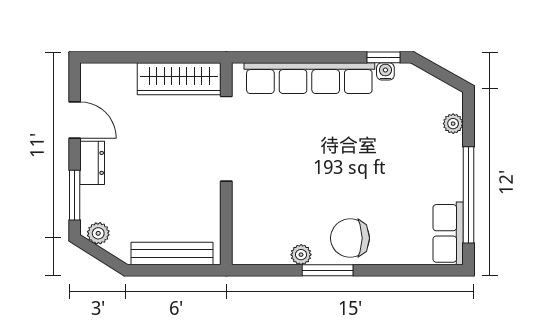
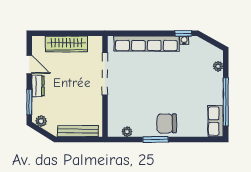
wardrobe: (179, 79) -> (66, 44), moved
plant: (301, 255) -> (127, 132), moved

